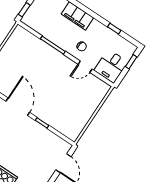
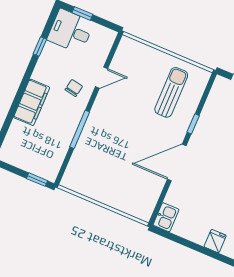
desk: (111, 66) -> (71, 31), moved, turned 180
door: (85, 67) -> (102, 78), hinge flipped
sun lounger: (66, 112) -> (171, 92), added

